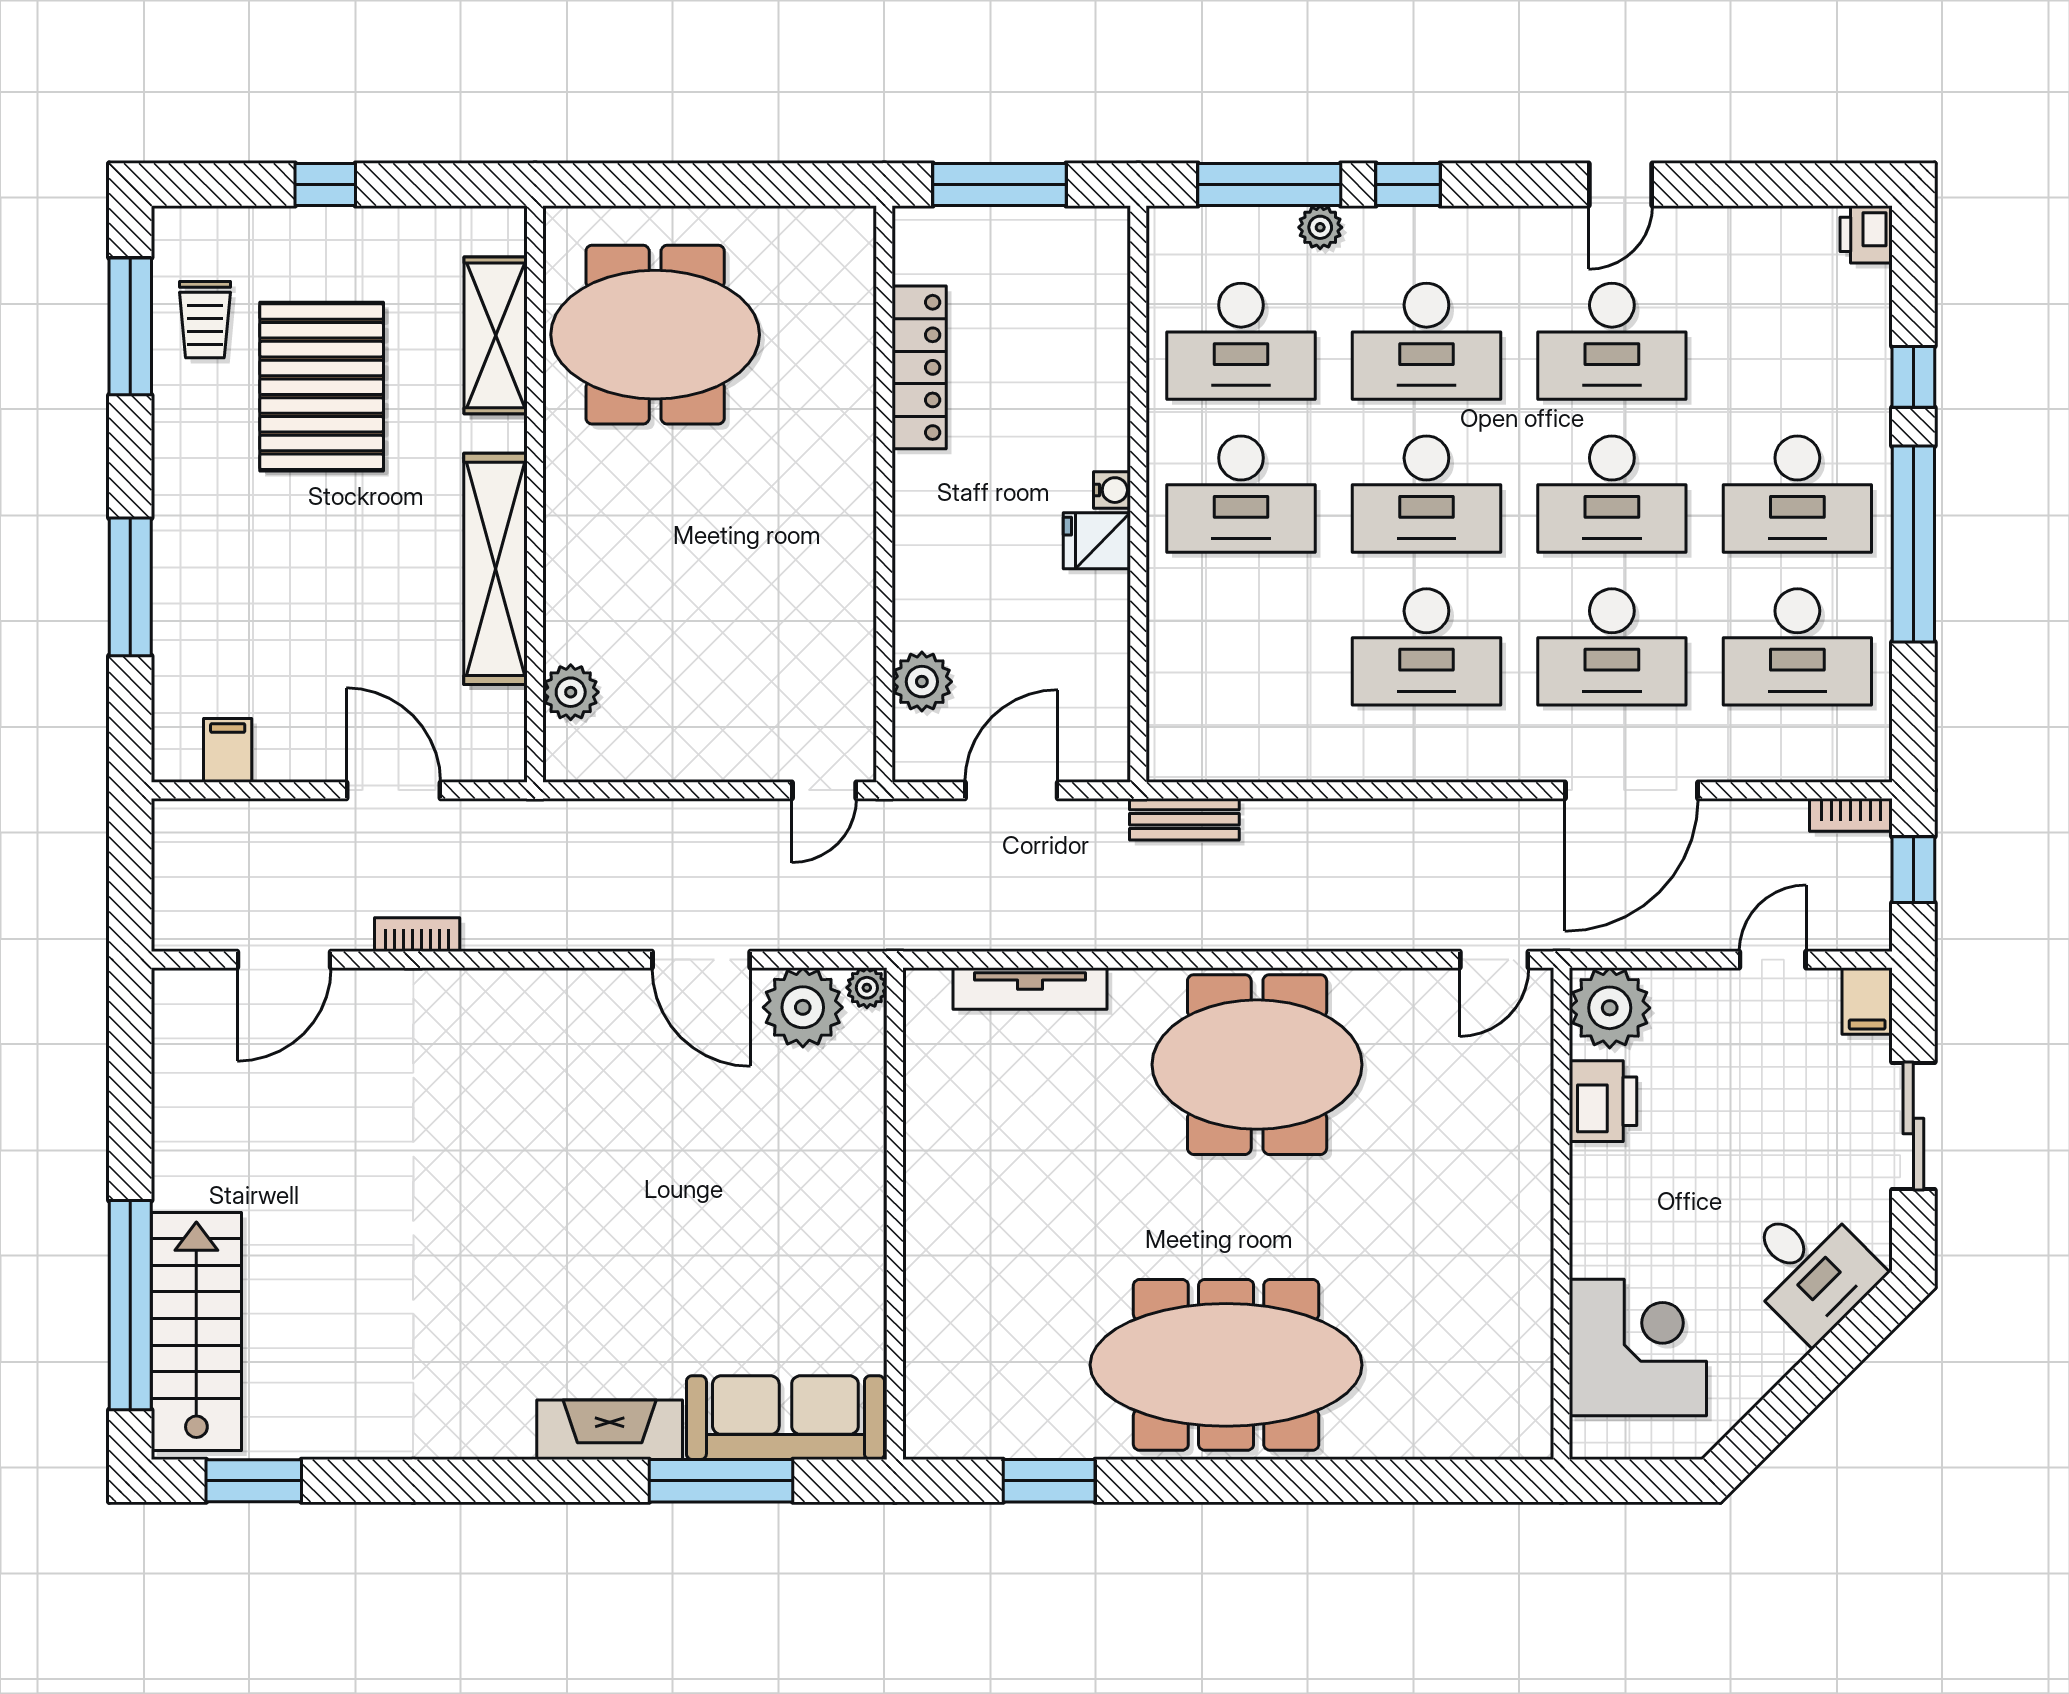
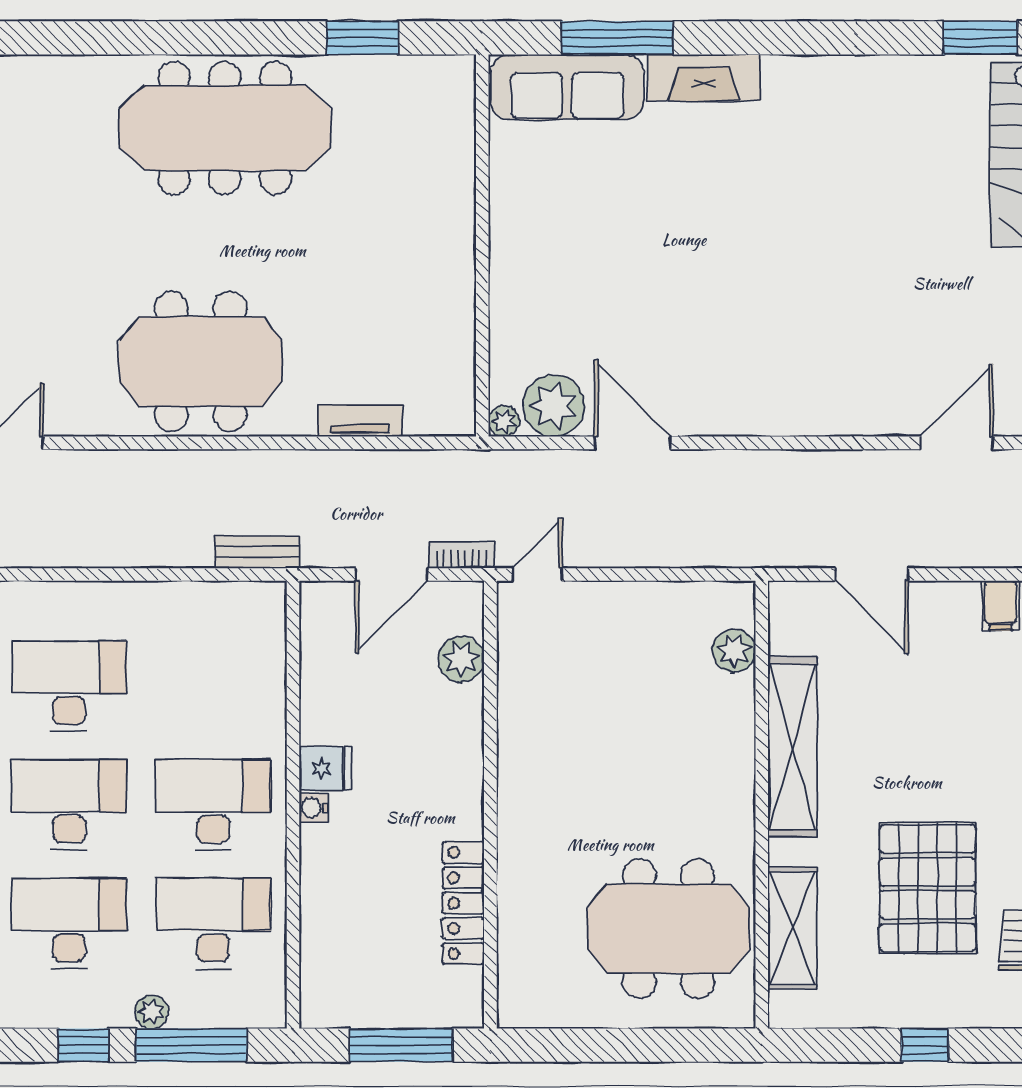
bookcase: (417, 935) -> (461, 555), moved, turned 180
tv unit: (1030, 988) -> (360, 421), width x0.71

